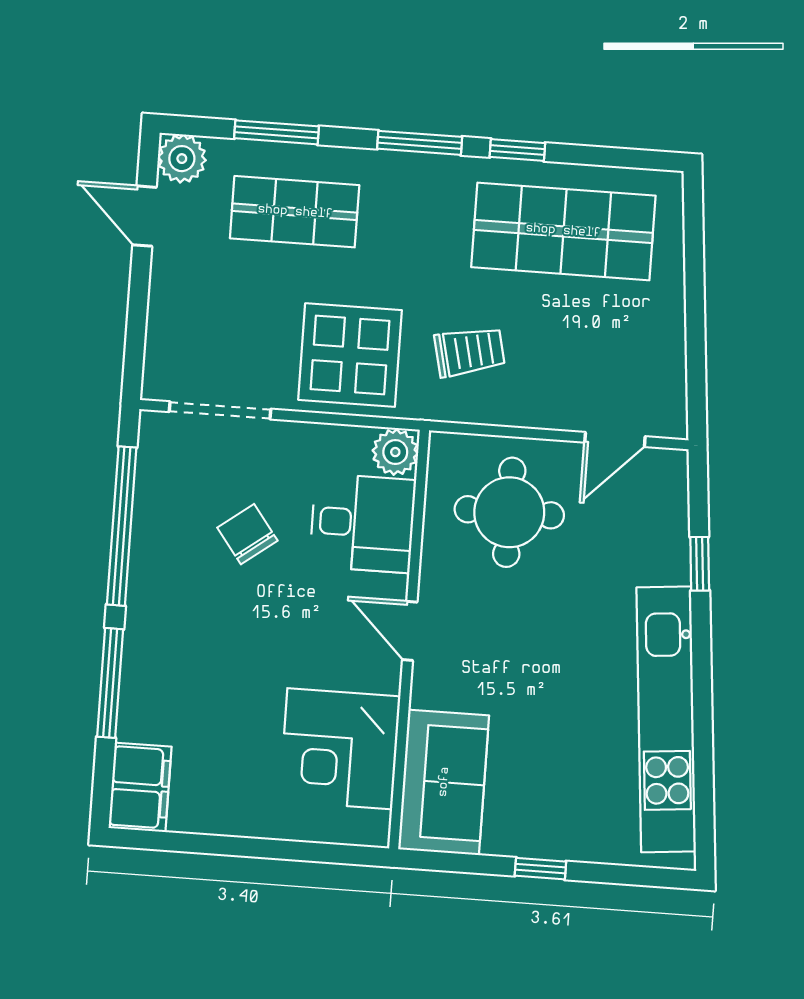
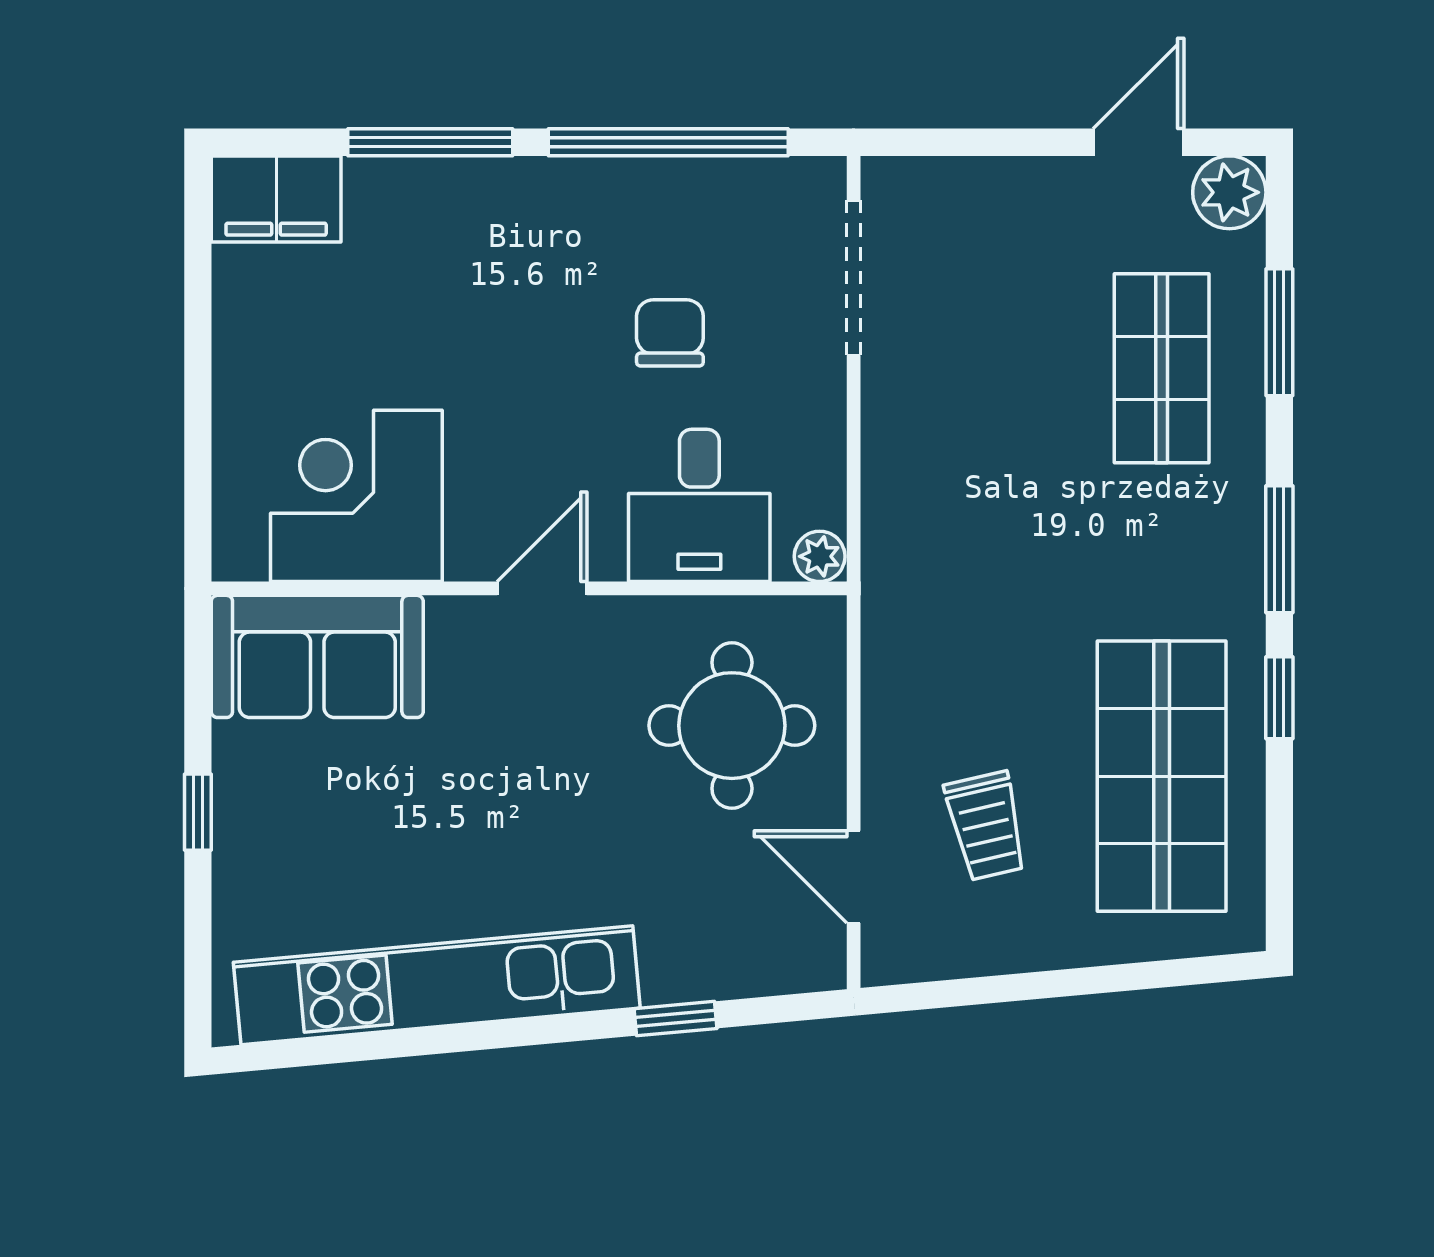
trolley: (470, 352) -> (986, 826), moved
display table: (350, 355) -> (952, 468), removed
plant: (395, 452) -> (820, 556), width x0.73, depth x0.73
chair: (247, 534) -> (670, 333), turned -53

